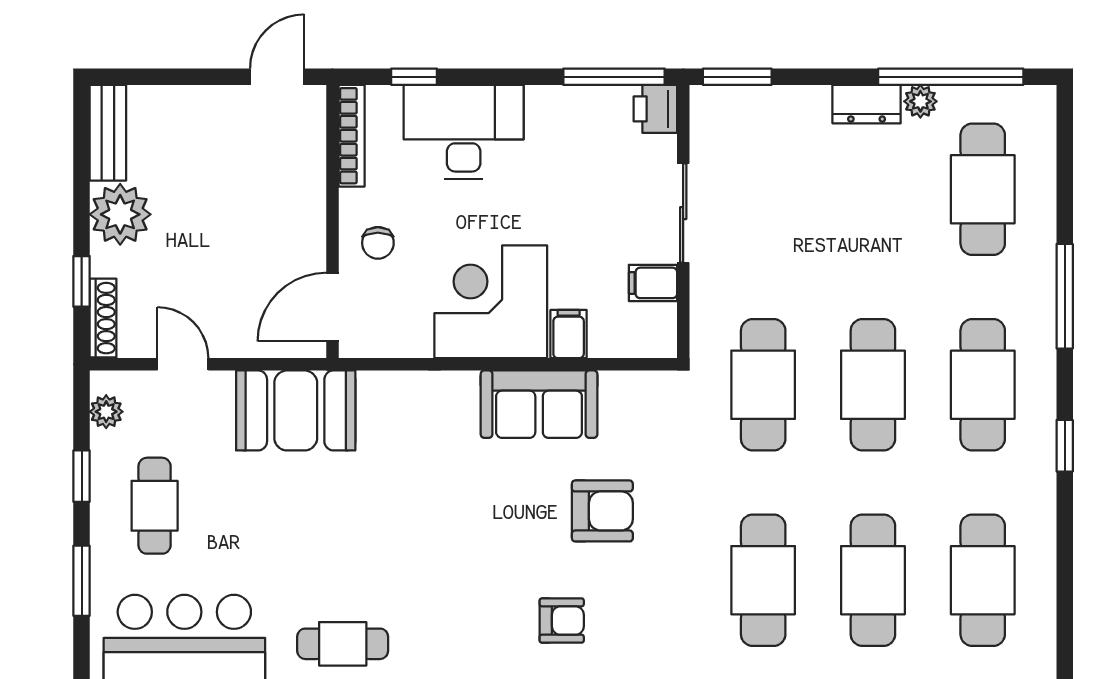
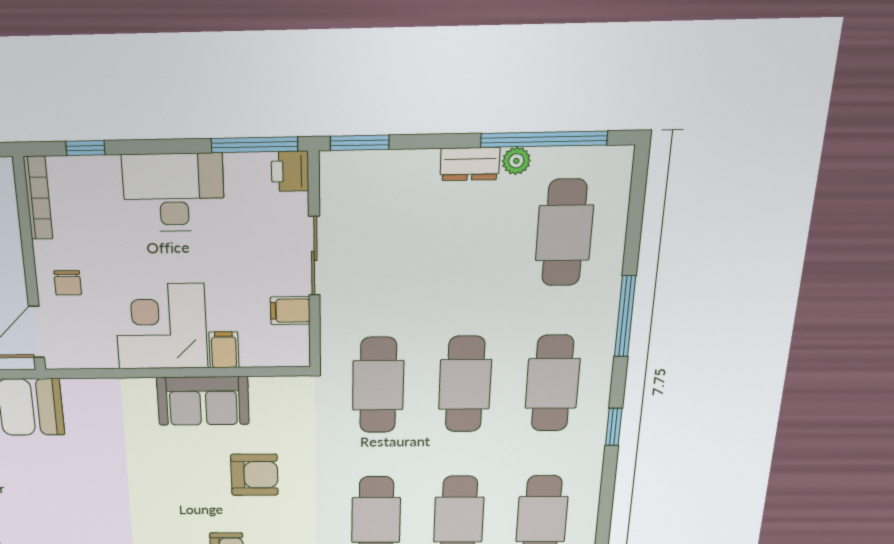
desk: (464, 132) -> (173, 193), moved

